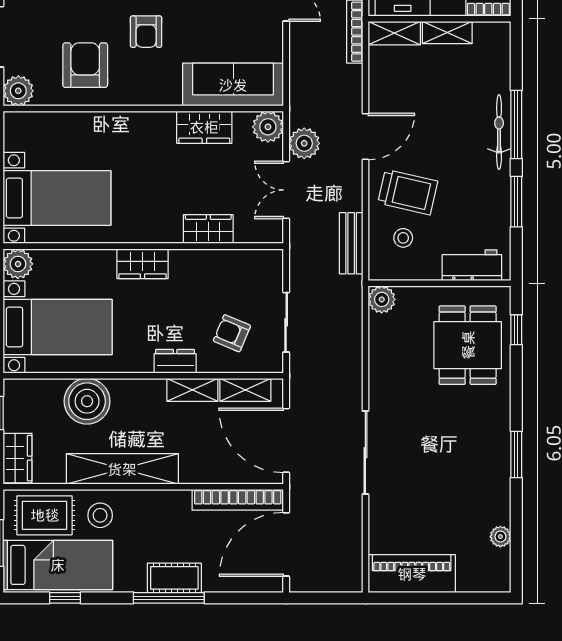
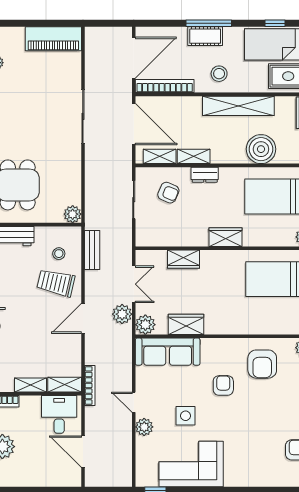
stool: (100, 515) -> (219, 74), moved

